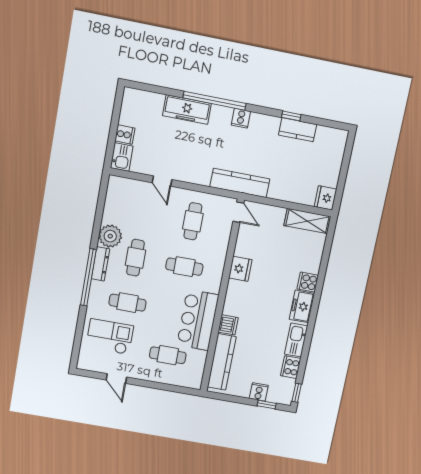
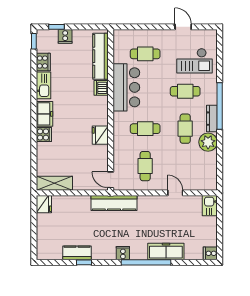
cooker: (125, 135) -> (210, 253), moved

